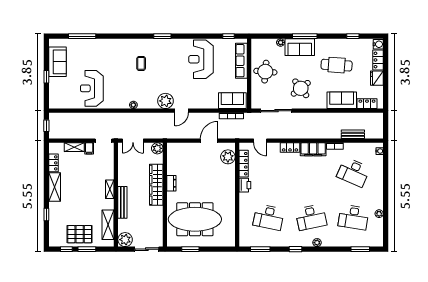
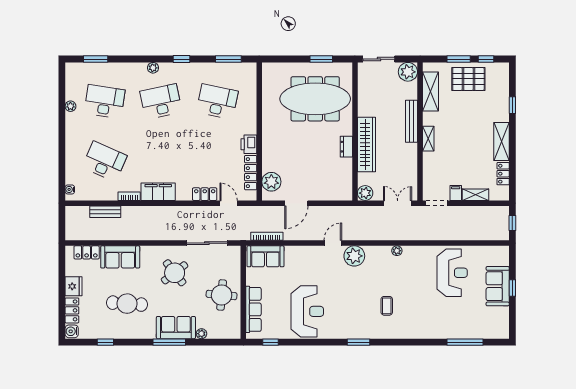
sofa: (58, 62) -> (498, 286), moved
locker: (290, 147) -> (205, 194), moved

